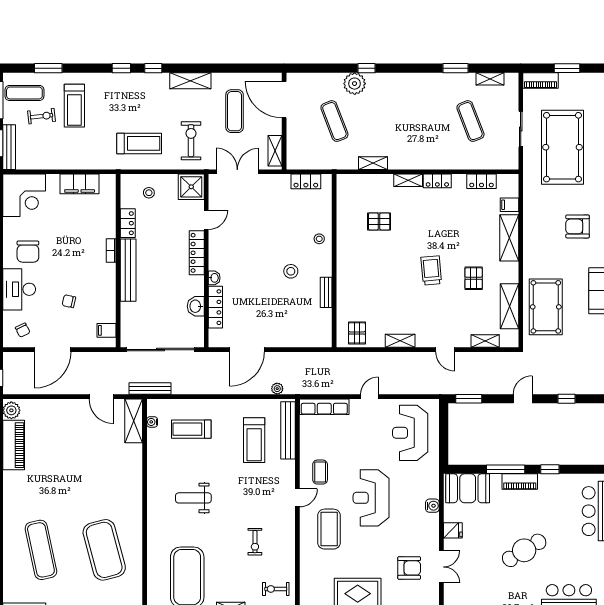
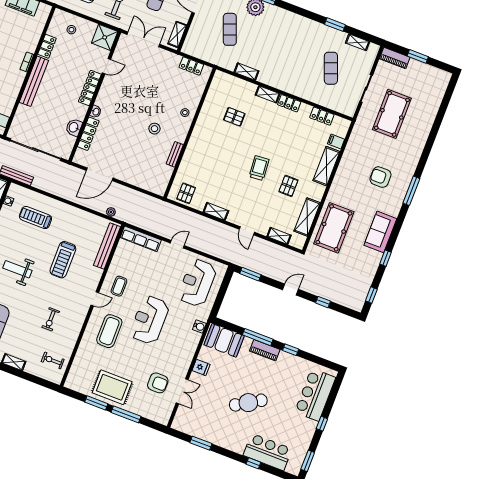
pool table: (562, 147) -> (392, 114), width x0.73, depth x0.76
treadmill: (254, 440) -> (63, 260), moved
water cooler: (432, 506) -> (199, 326), moved

